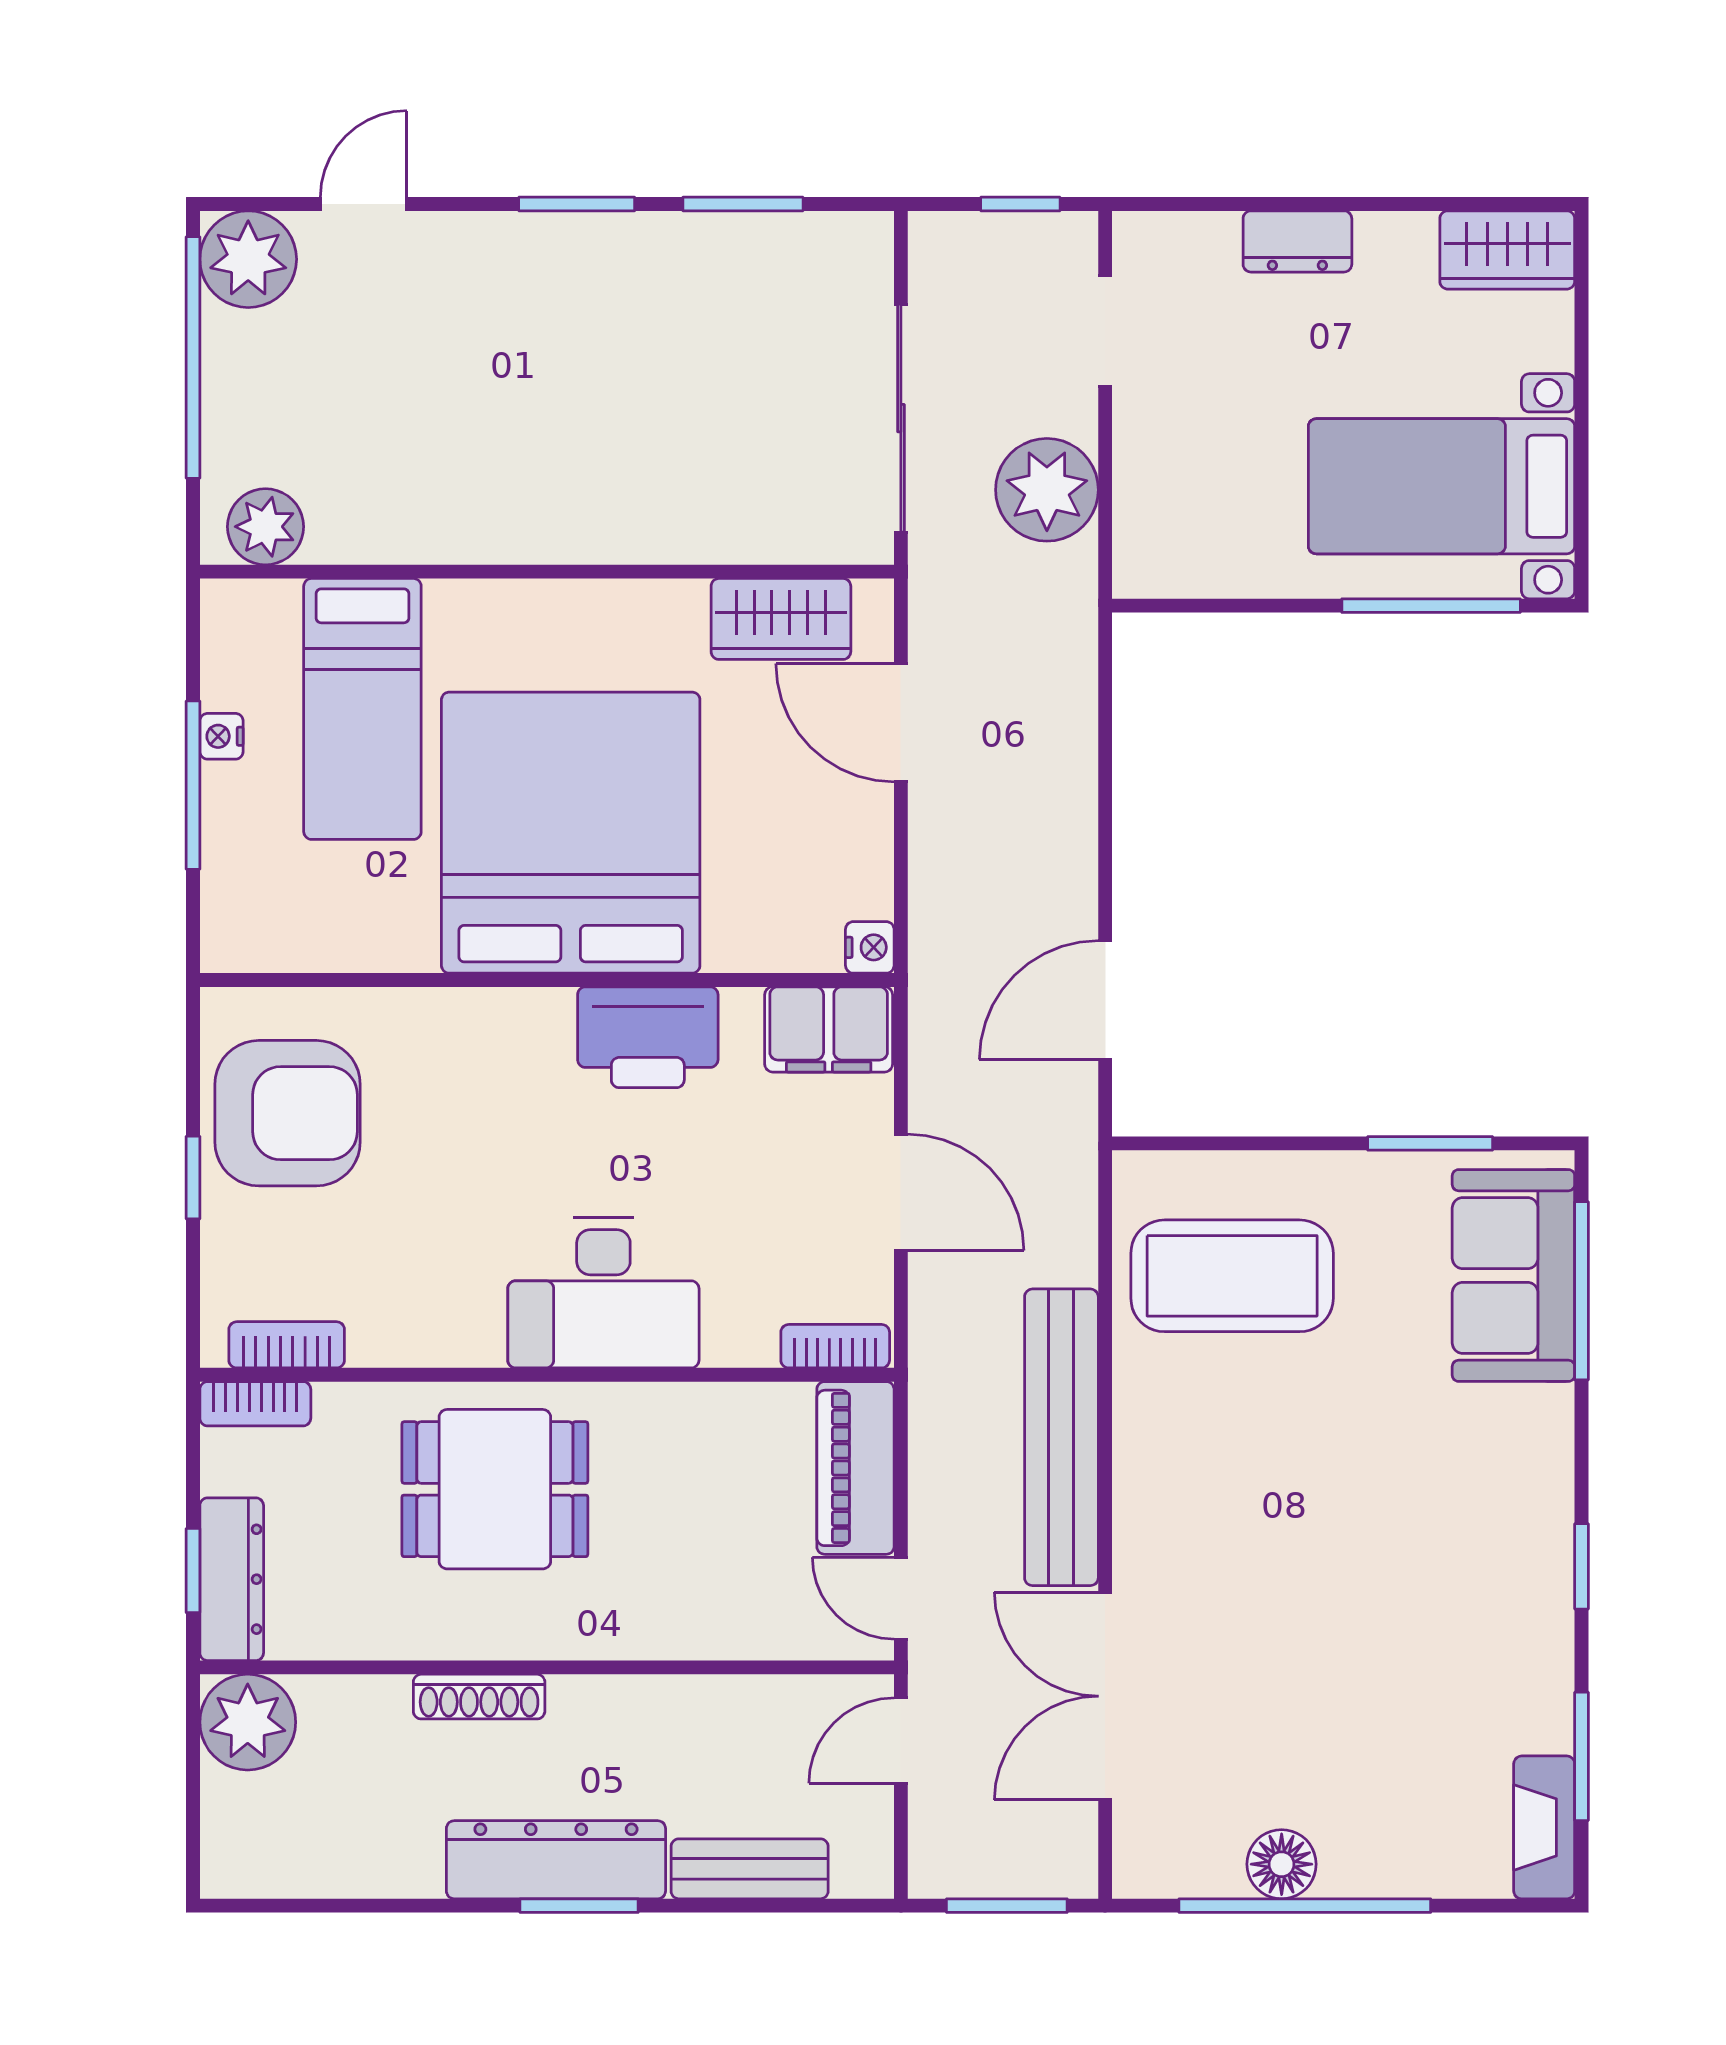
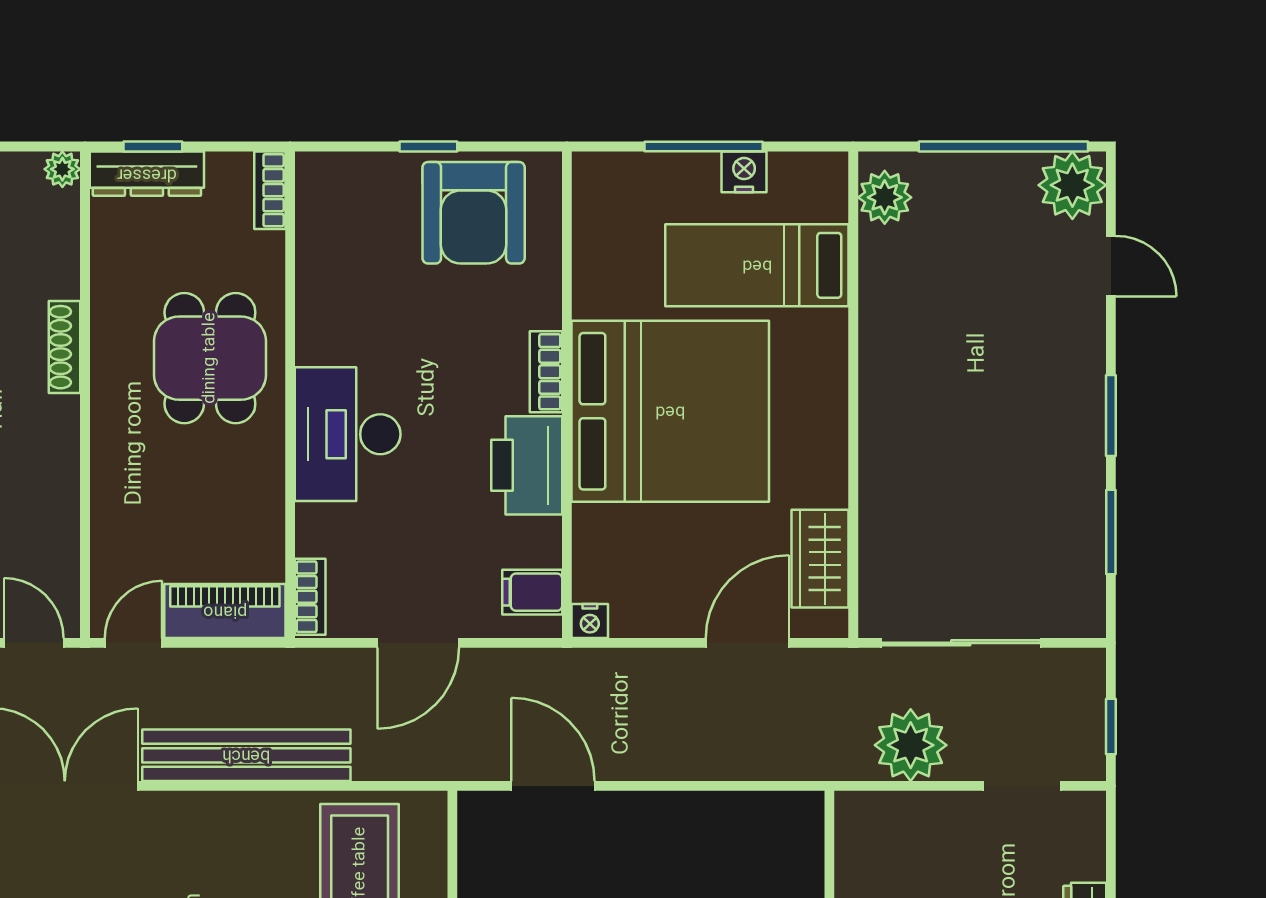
nightstand: (221, 736) -> (744, 172), width x1.39, depth x1.35
filing cabinet: (829, 1029) -> (532, 592), width x0.50
bookcase: (287, 1345) -> (546, 372), moved, turned 180
plant: (248, 1722) -> (62, 169), width x0.53, depth x0.53

